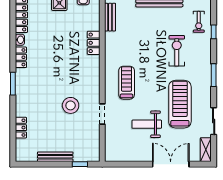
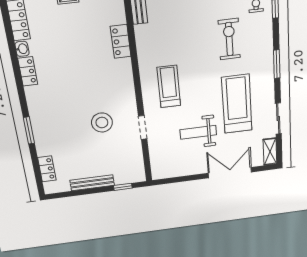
window: (13, 84) -> (29, 130), moved
locker: (21, 128) -> (47, 169), moved

